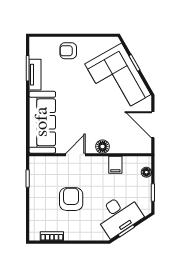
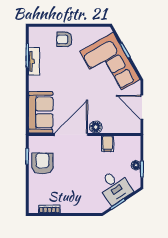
sofa: (42, 122) -> (41, 112), width x0.73
door: (75, 155) -> (71, 135), width x1.87
floor lamp: (146, 172) -> (136, 165), moved
armchair: (71, 199) -> (42, 163), moved
desk: (119, 215) -> (115, 187), width x0.73

